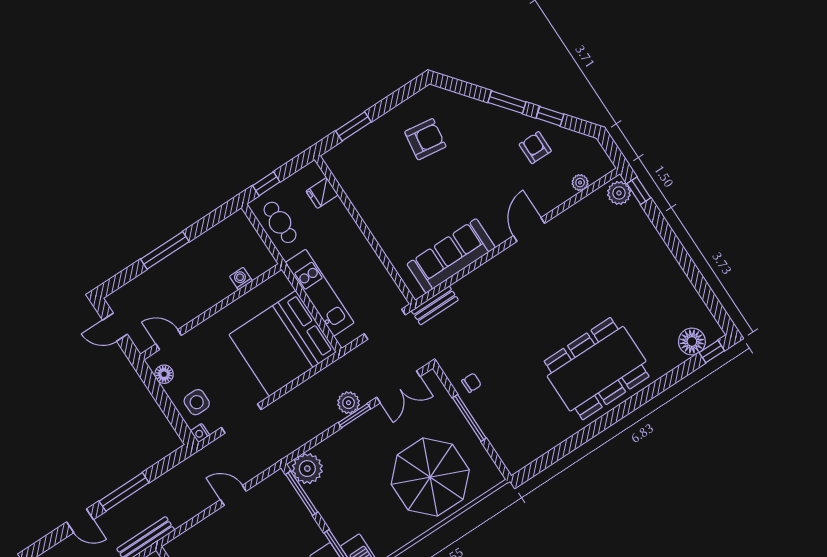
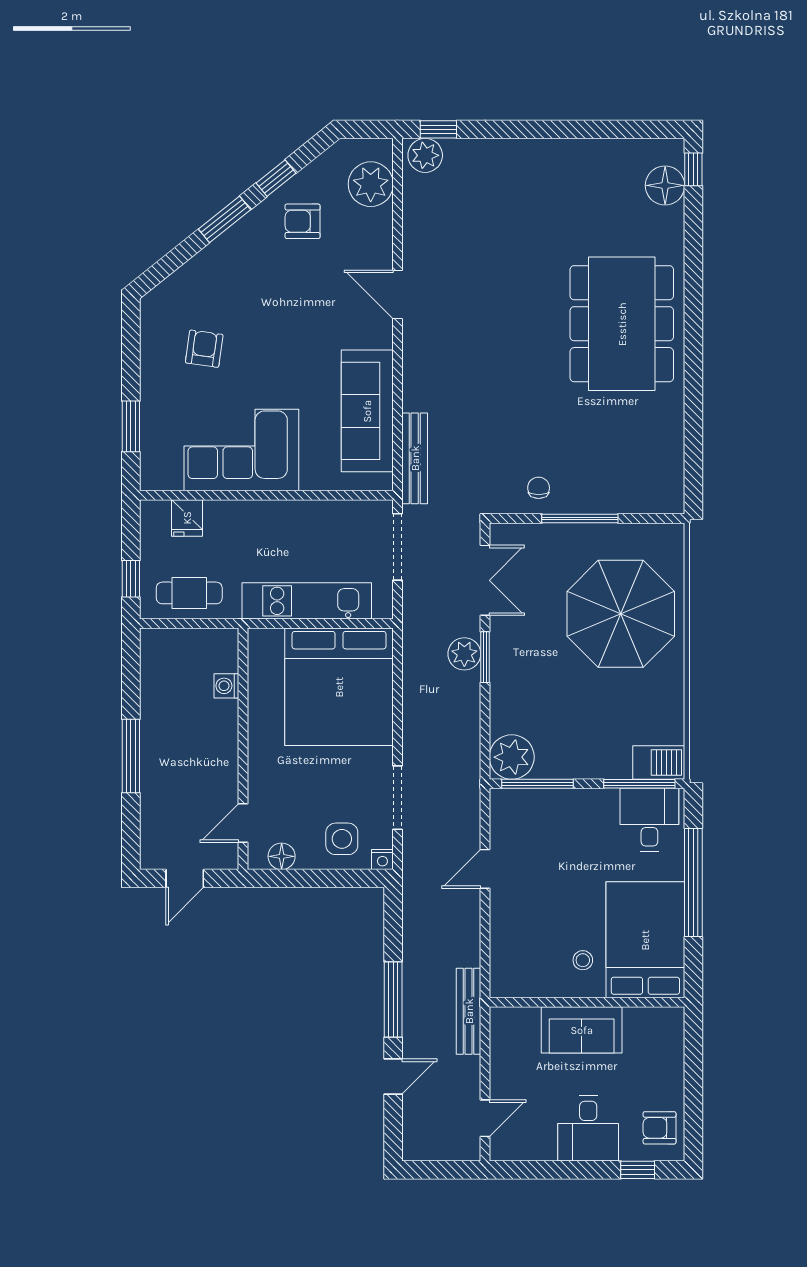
armchair: (425, 139) -> (204, 349), width x0.72, depth x0.72
plant: (580, 183) -> (371, 184), width x1.87, depth x1.87
corner sofa: (381, 199) -> (241, 450), added
bench: (435, 305) -> (415, 458), width x1.36

